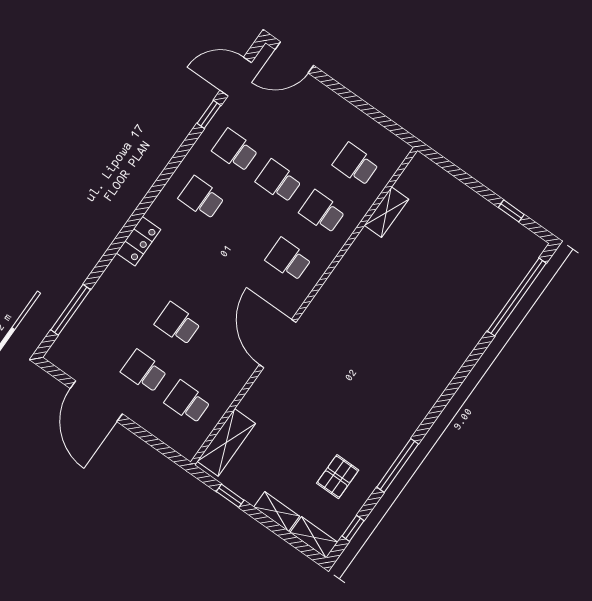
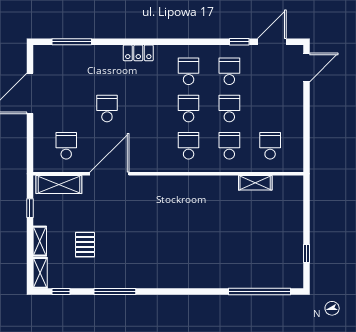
door: (294, 57) -> (306, 68), swing flipped
door: (236, 77) -> (272, 42), hinge flipped
door: (278, 344) -> (109, 174), moved
school desk: (144, 371) -> (189, 109), moved
pallet: (338, 477) -> (85, 245), moved, turned 90

